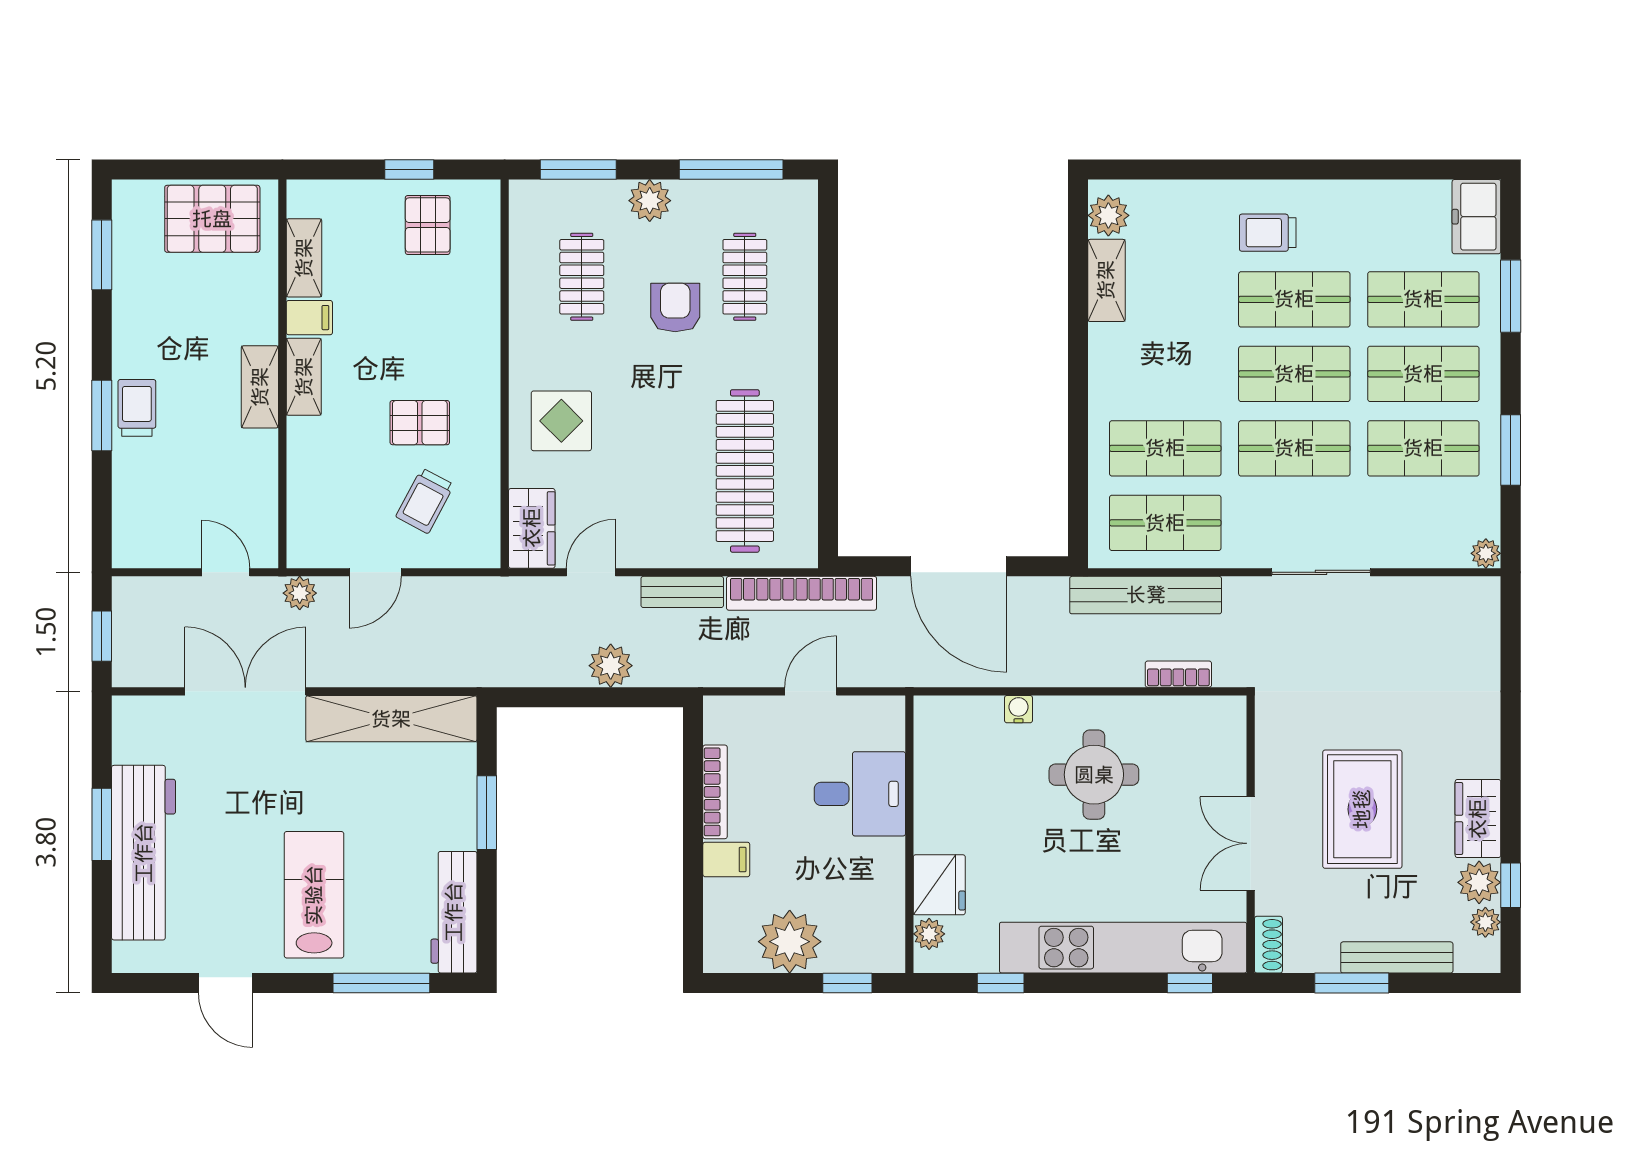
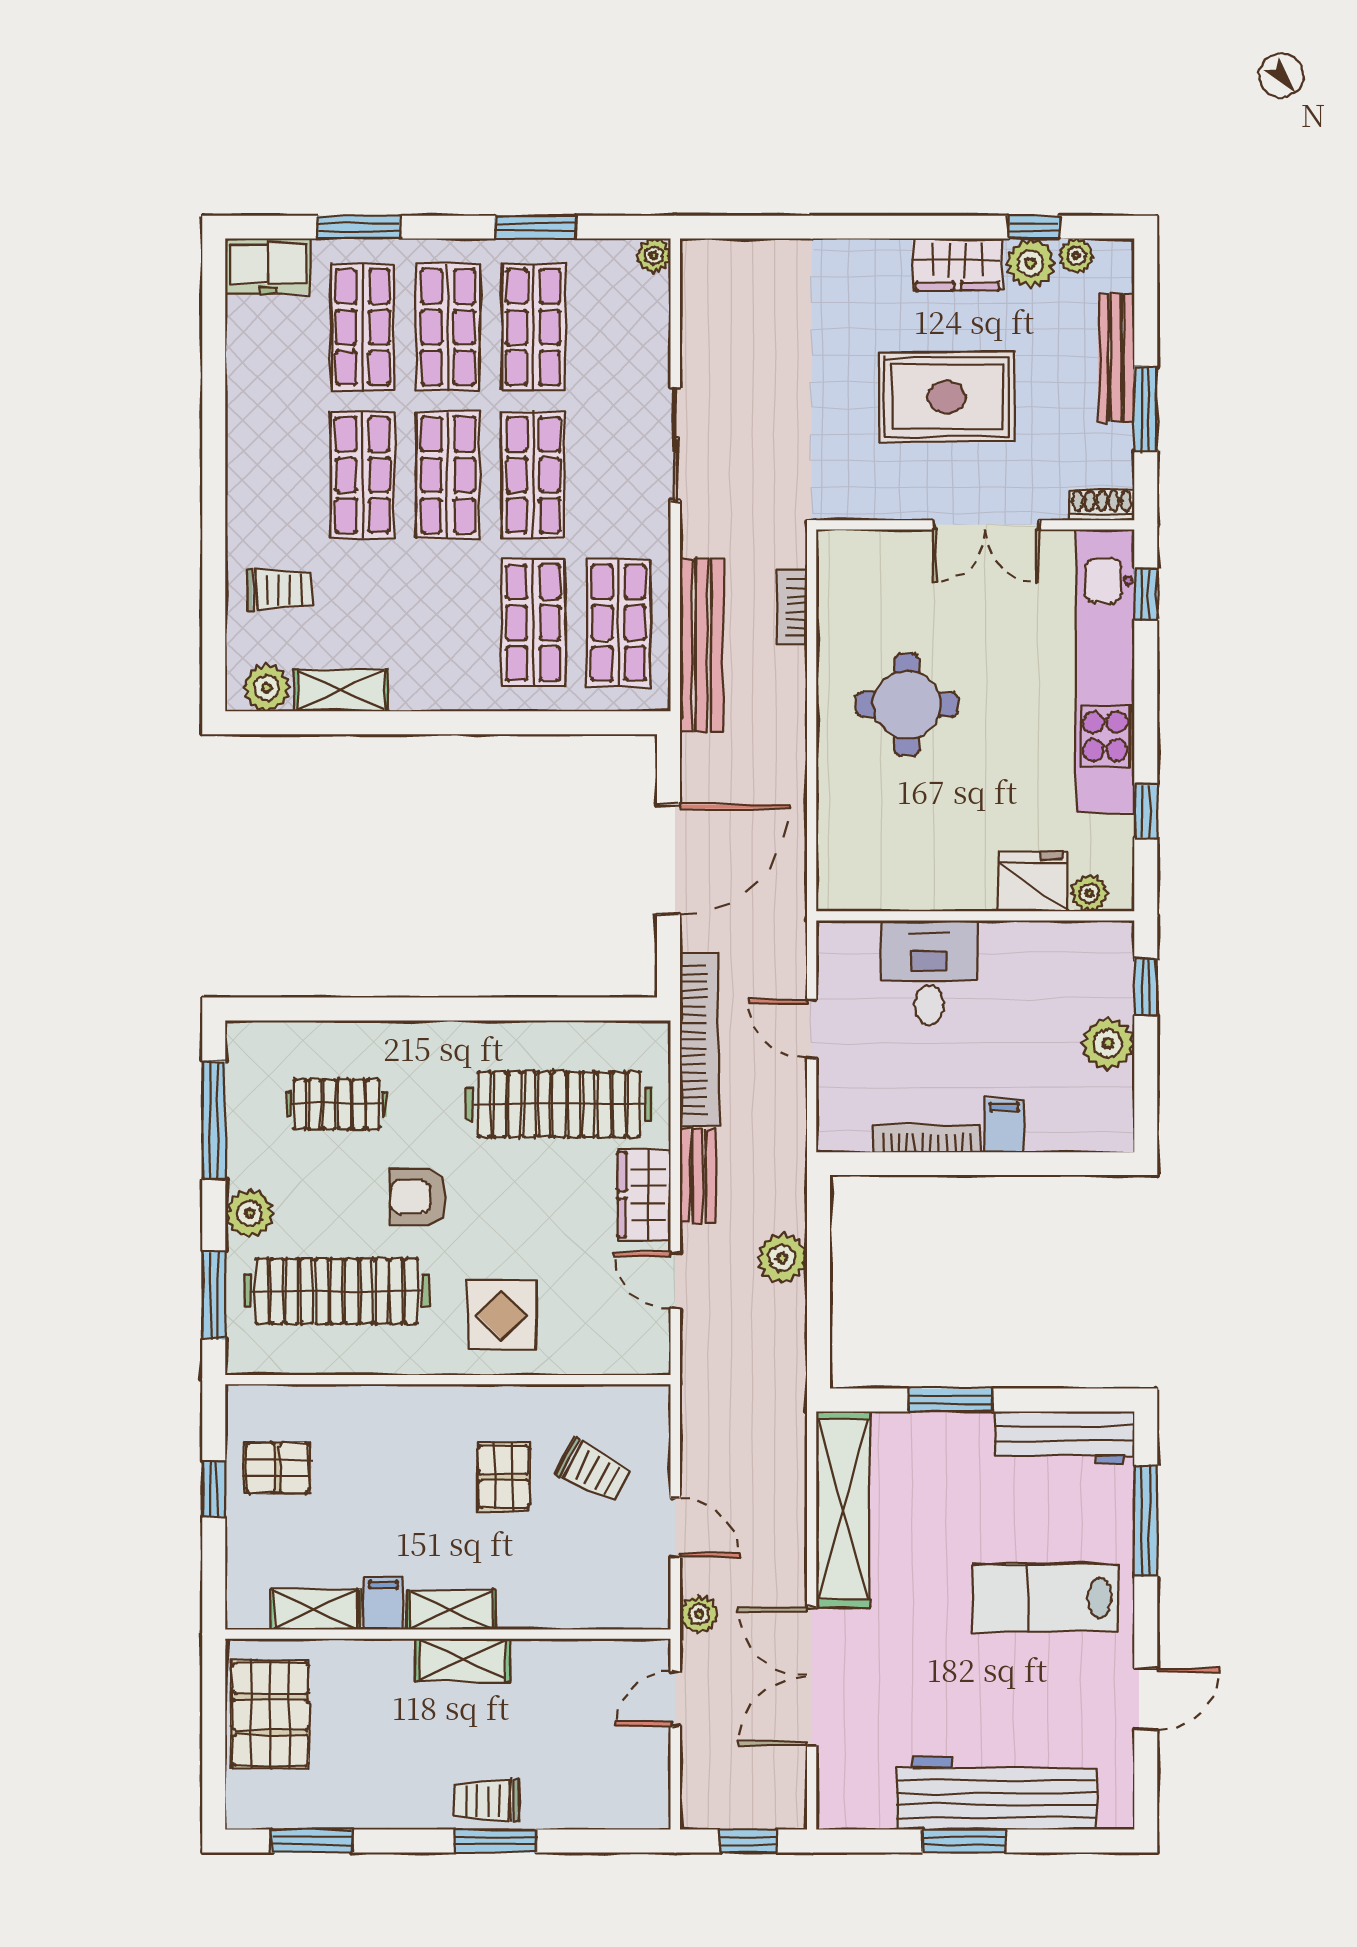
trolley: (1268, 233) -> (280, 589), moved, turned -90
clothes rail: (582, 277) -> (337, 1291), width x1.86, depth x1.31
armchair: (675, 307) -> (418, 1197), moved
wardrobe: (532, 528) -> (644, 1195), moved, turned -90
water cooler: (1019, 709) -> (832, 791), removed
plant: (790, 942) -> (1108, 1043), width x0.73, depth x0.73

